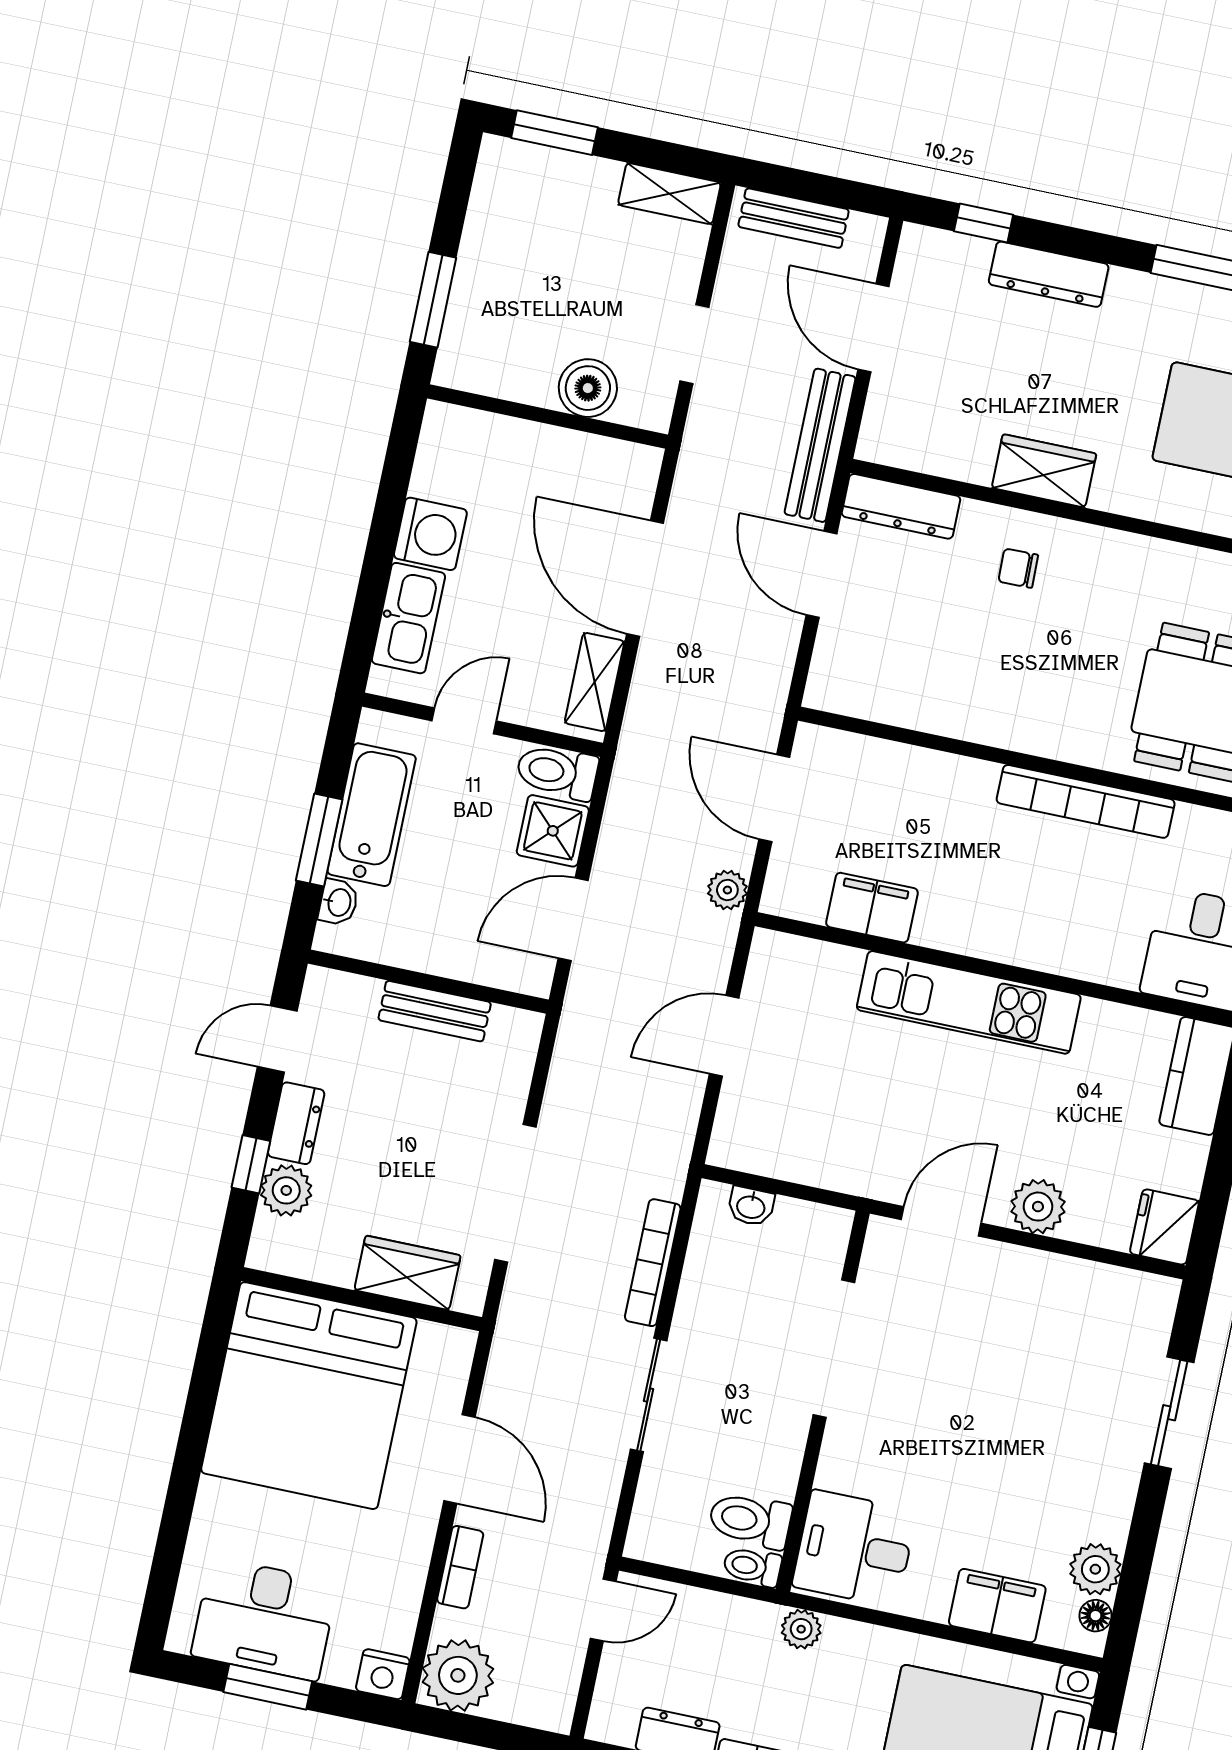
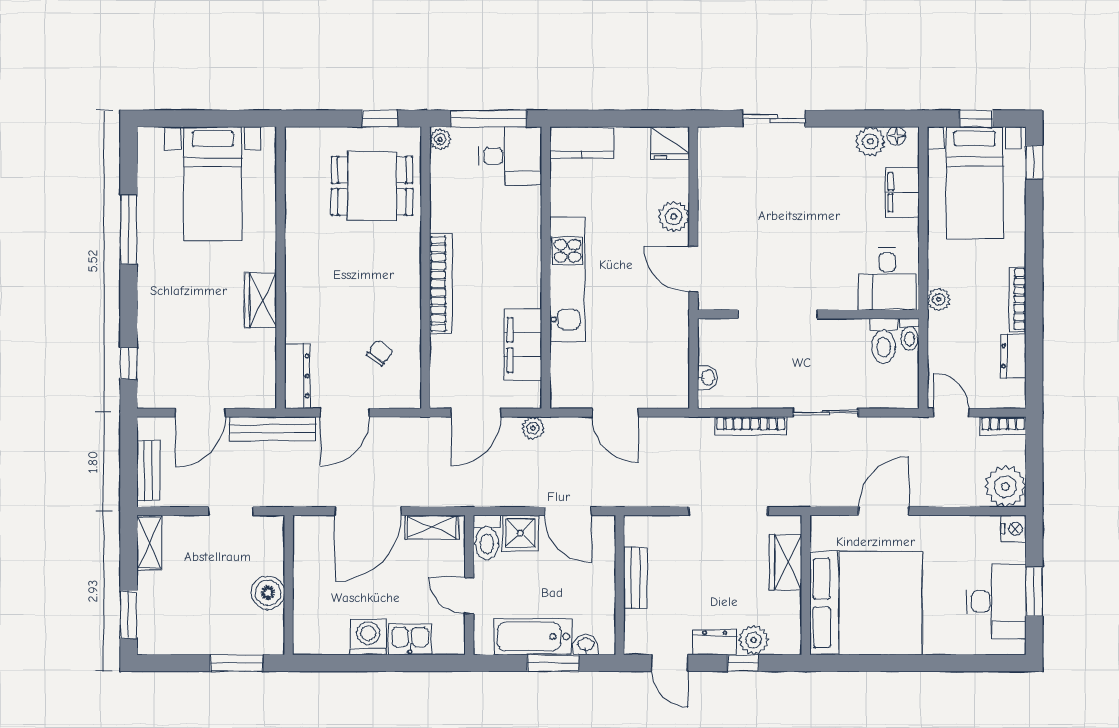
dresser: (1049, 274) -> (150, 321), removed
boiler: (588, 388) -> (268, 593), moved
chair: (1018, 568) -> (380, 353), moved, turned -143
kitchen sink: (408, 618) -> (410, 639), width x0.73
bookcase: (1086, 801) -> (441, 284), moved
filing cabinet: (872, 908) -> (523, 345), width x1.50, depth x1.17
bookcase: (460, 1567) -> (1003, 426), moved, turned 180

